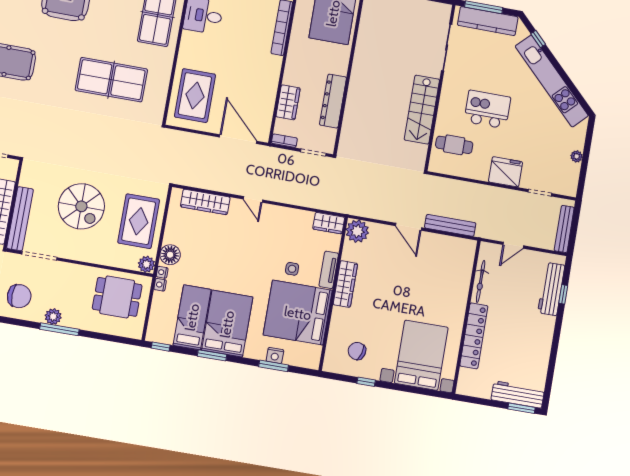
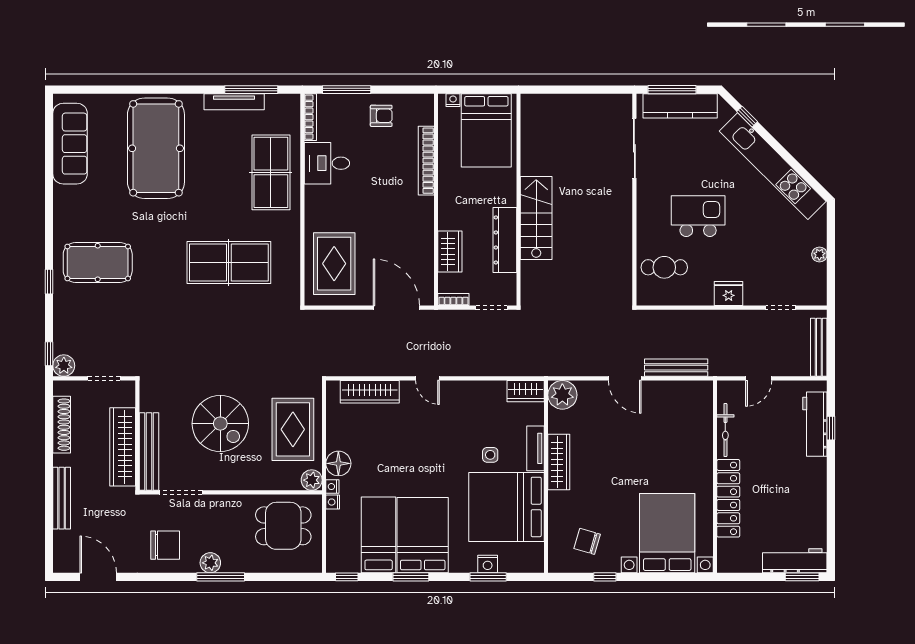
stairs: (422, 110) -> (536, 218), moved, turned 180
fridge: (505, 172) -> (729, 294), width x0.73, depth x0.75

